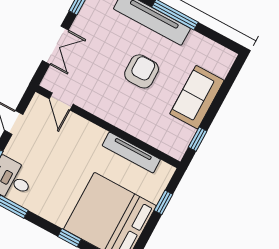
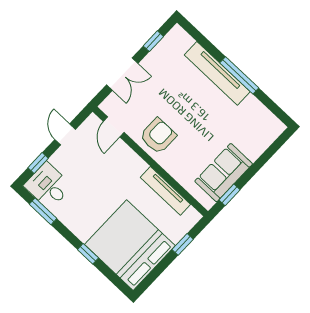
armchair: (142, 71) -> (158, 136), moved
sofa: (197, 97) -> (224, 173), moved

